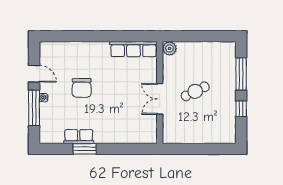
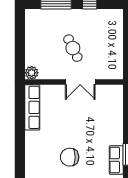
chair: (82, 88) -> (70, 157), turned 180

